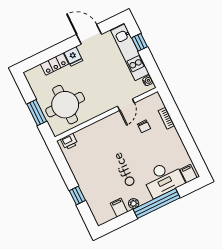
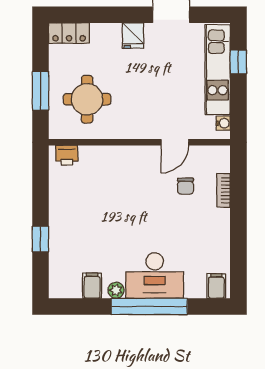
locker: (54, 64) -> (69, 33), moved
round table: (65, 105) -> (87, 99), width x0.73, depth x0.73
desk: (163, 179) -> (155, 275), moved

